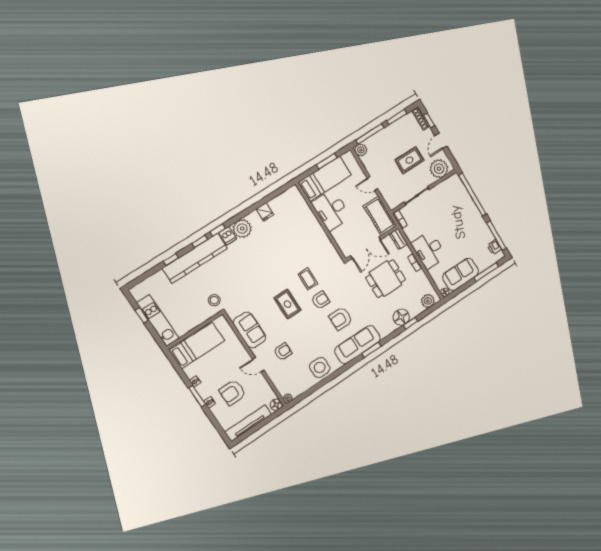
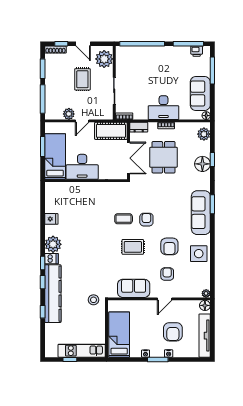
plant: (361, 150) -> (69, 114), moved
armchair: (341, 319) -> (169, 246), moved

